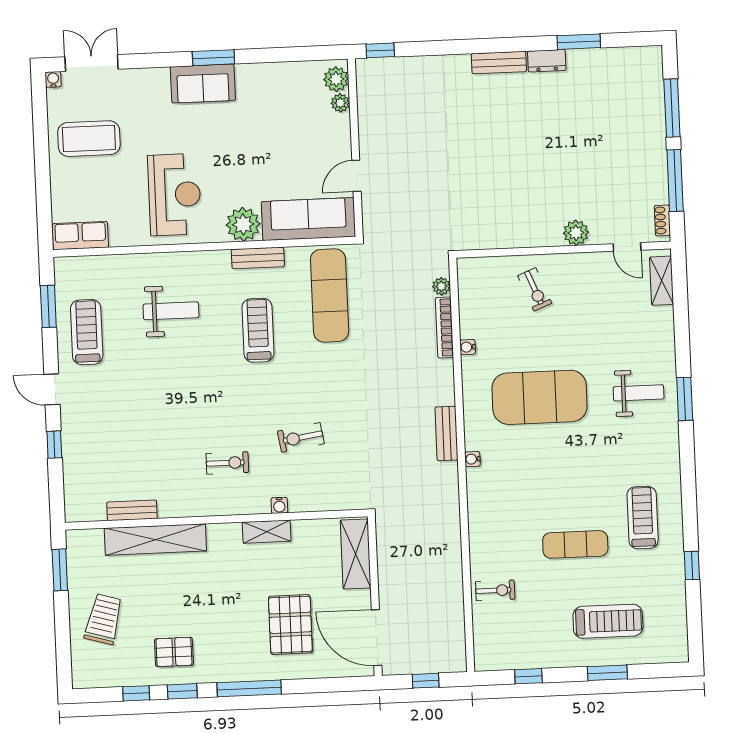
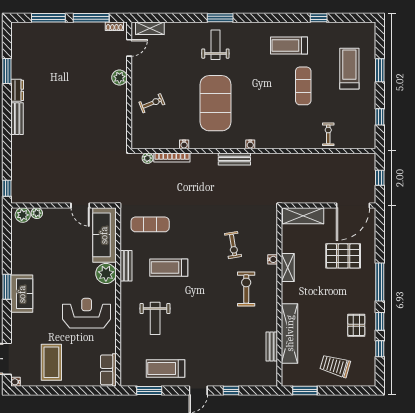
exercise mat: (330, 295) -> (150, 224), width x0.73, depth x0.69
weight bench: (171, 311) -> (155, 318), turned 180
exercise bike: (227, 463) -> (246, 289), width x1.38, depth x1.39

